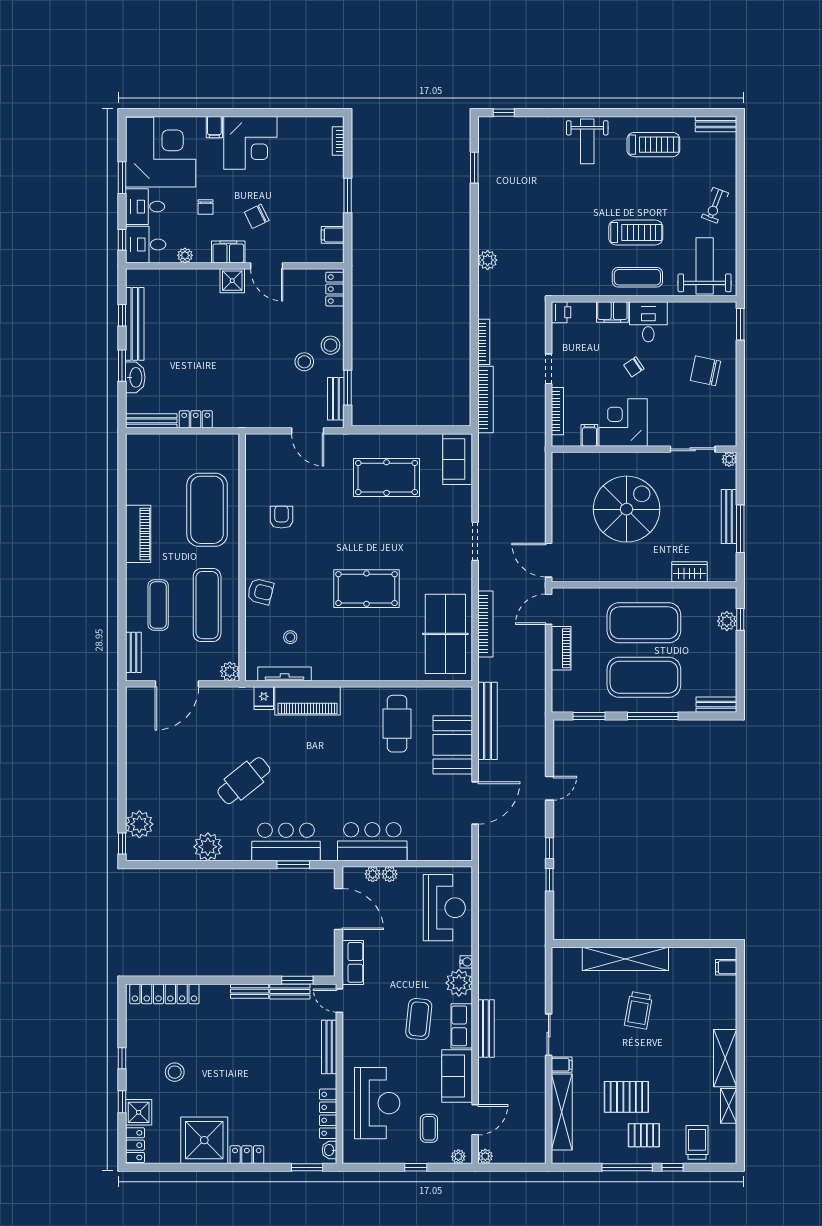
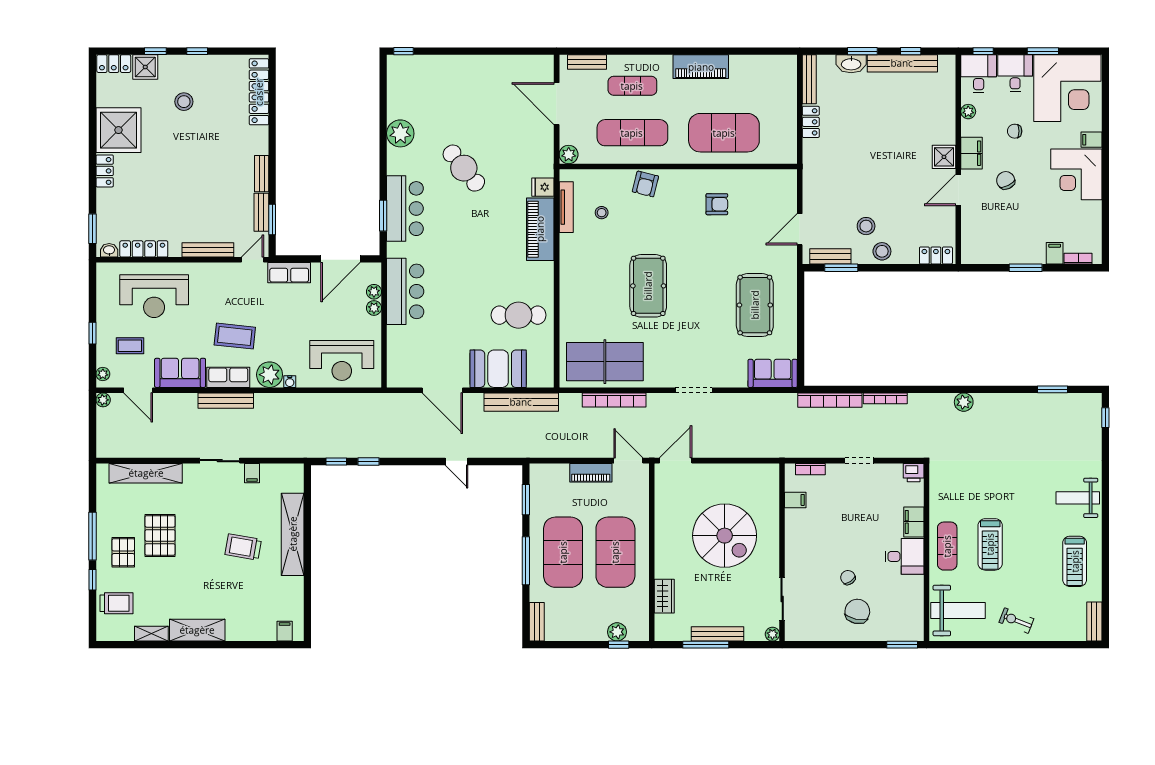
filing cabinet: (333, 235) -> (1055, 253), moved
chair: (634, 367) -> (848, 578), moved
bookcase: (557, 411) -> (810, 469), width x0.64
corner desk: (623, 422) -> (808, 532), removed
plant: (139, 824) -> (422, 68), removed
window: (549, 848) -> (336, 462), moved
filing cabinet: (562, 1065) -> (252, 473), moved

